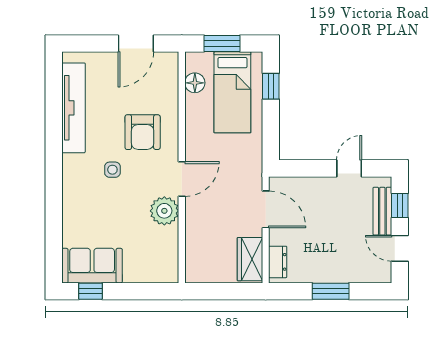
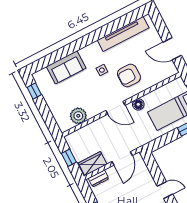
floor lamp: (195, 83) -> (138, 104), moved
plant: (164, 211) -> (78, 116), moved
sofa: (92, 266) -> (66, 67), moved, turned 90
window: (222, 291) -> (69, 158), added

